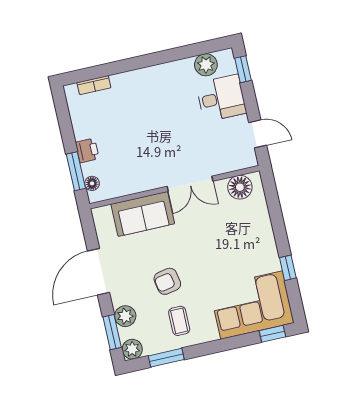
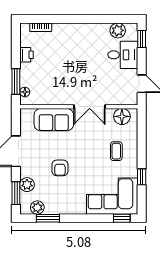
printer: (87, 150) -> (27, 55), moved
armchair: (167, 281) -> (60, 168), turned -79
coffee table: (179, 321) -> (116, 151), moved
plant: (132, 349) -> (37, 207), moved

